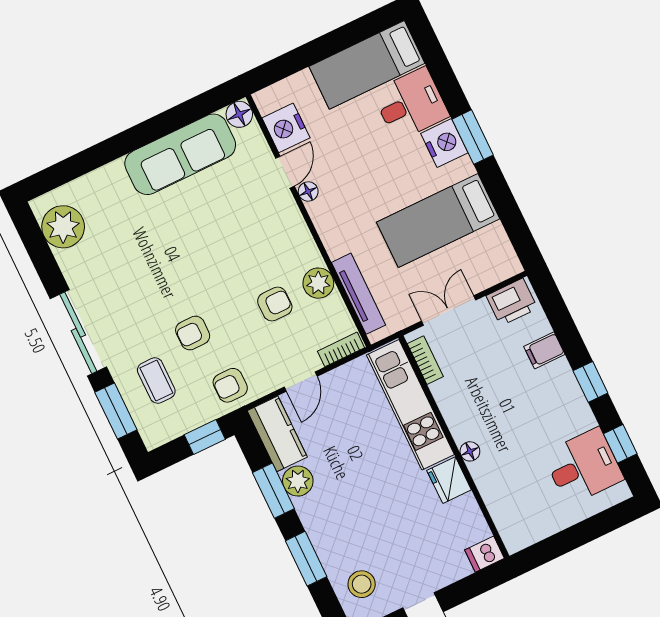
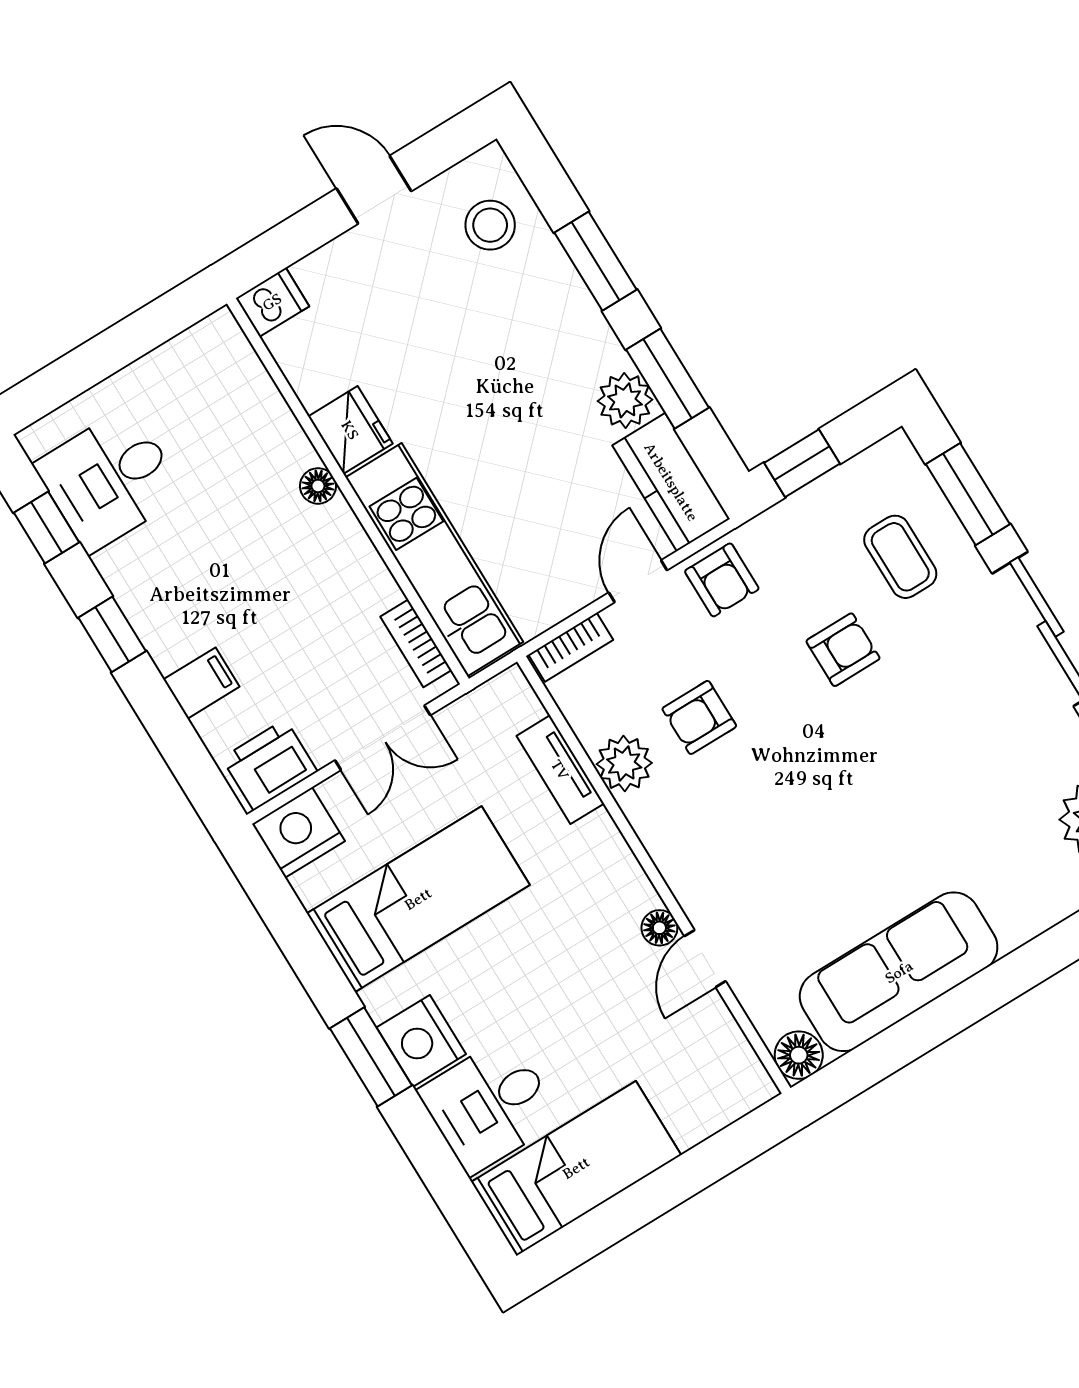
nightstand: (286, 128) -> (298, 832), moved, turned -90
tv unit: (359, 294) -> (560, 770), width x0.71
armchair: (230, 385) -> (722, 580), moved, turned 90

